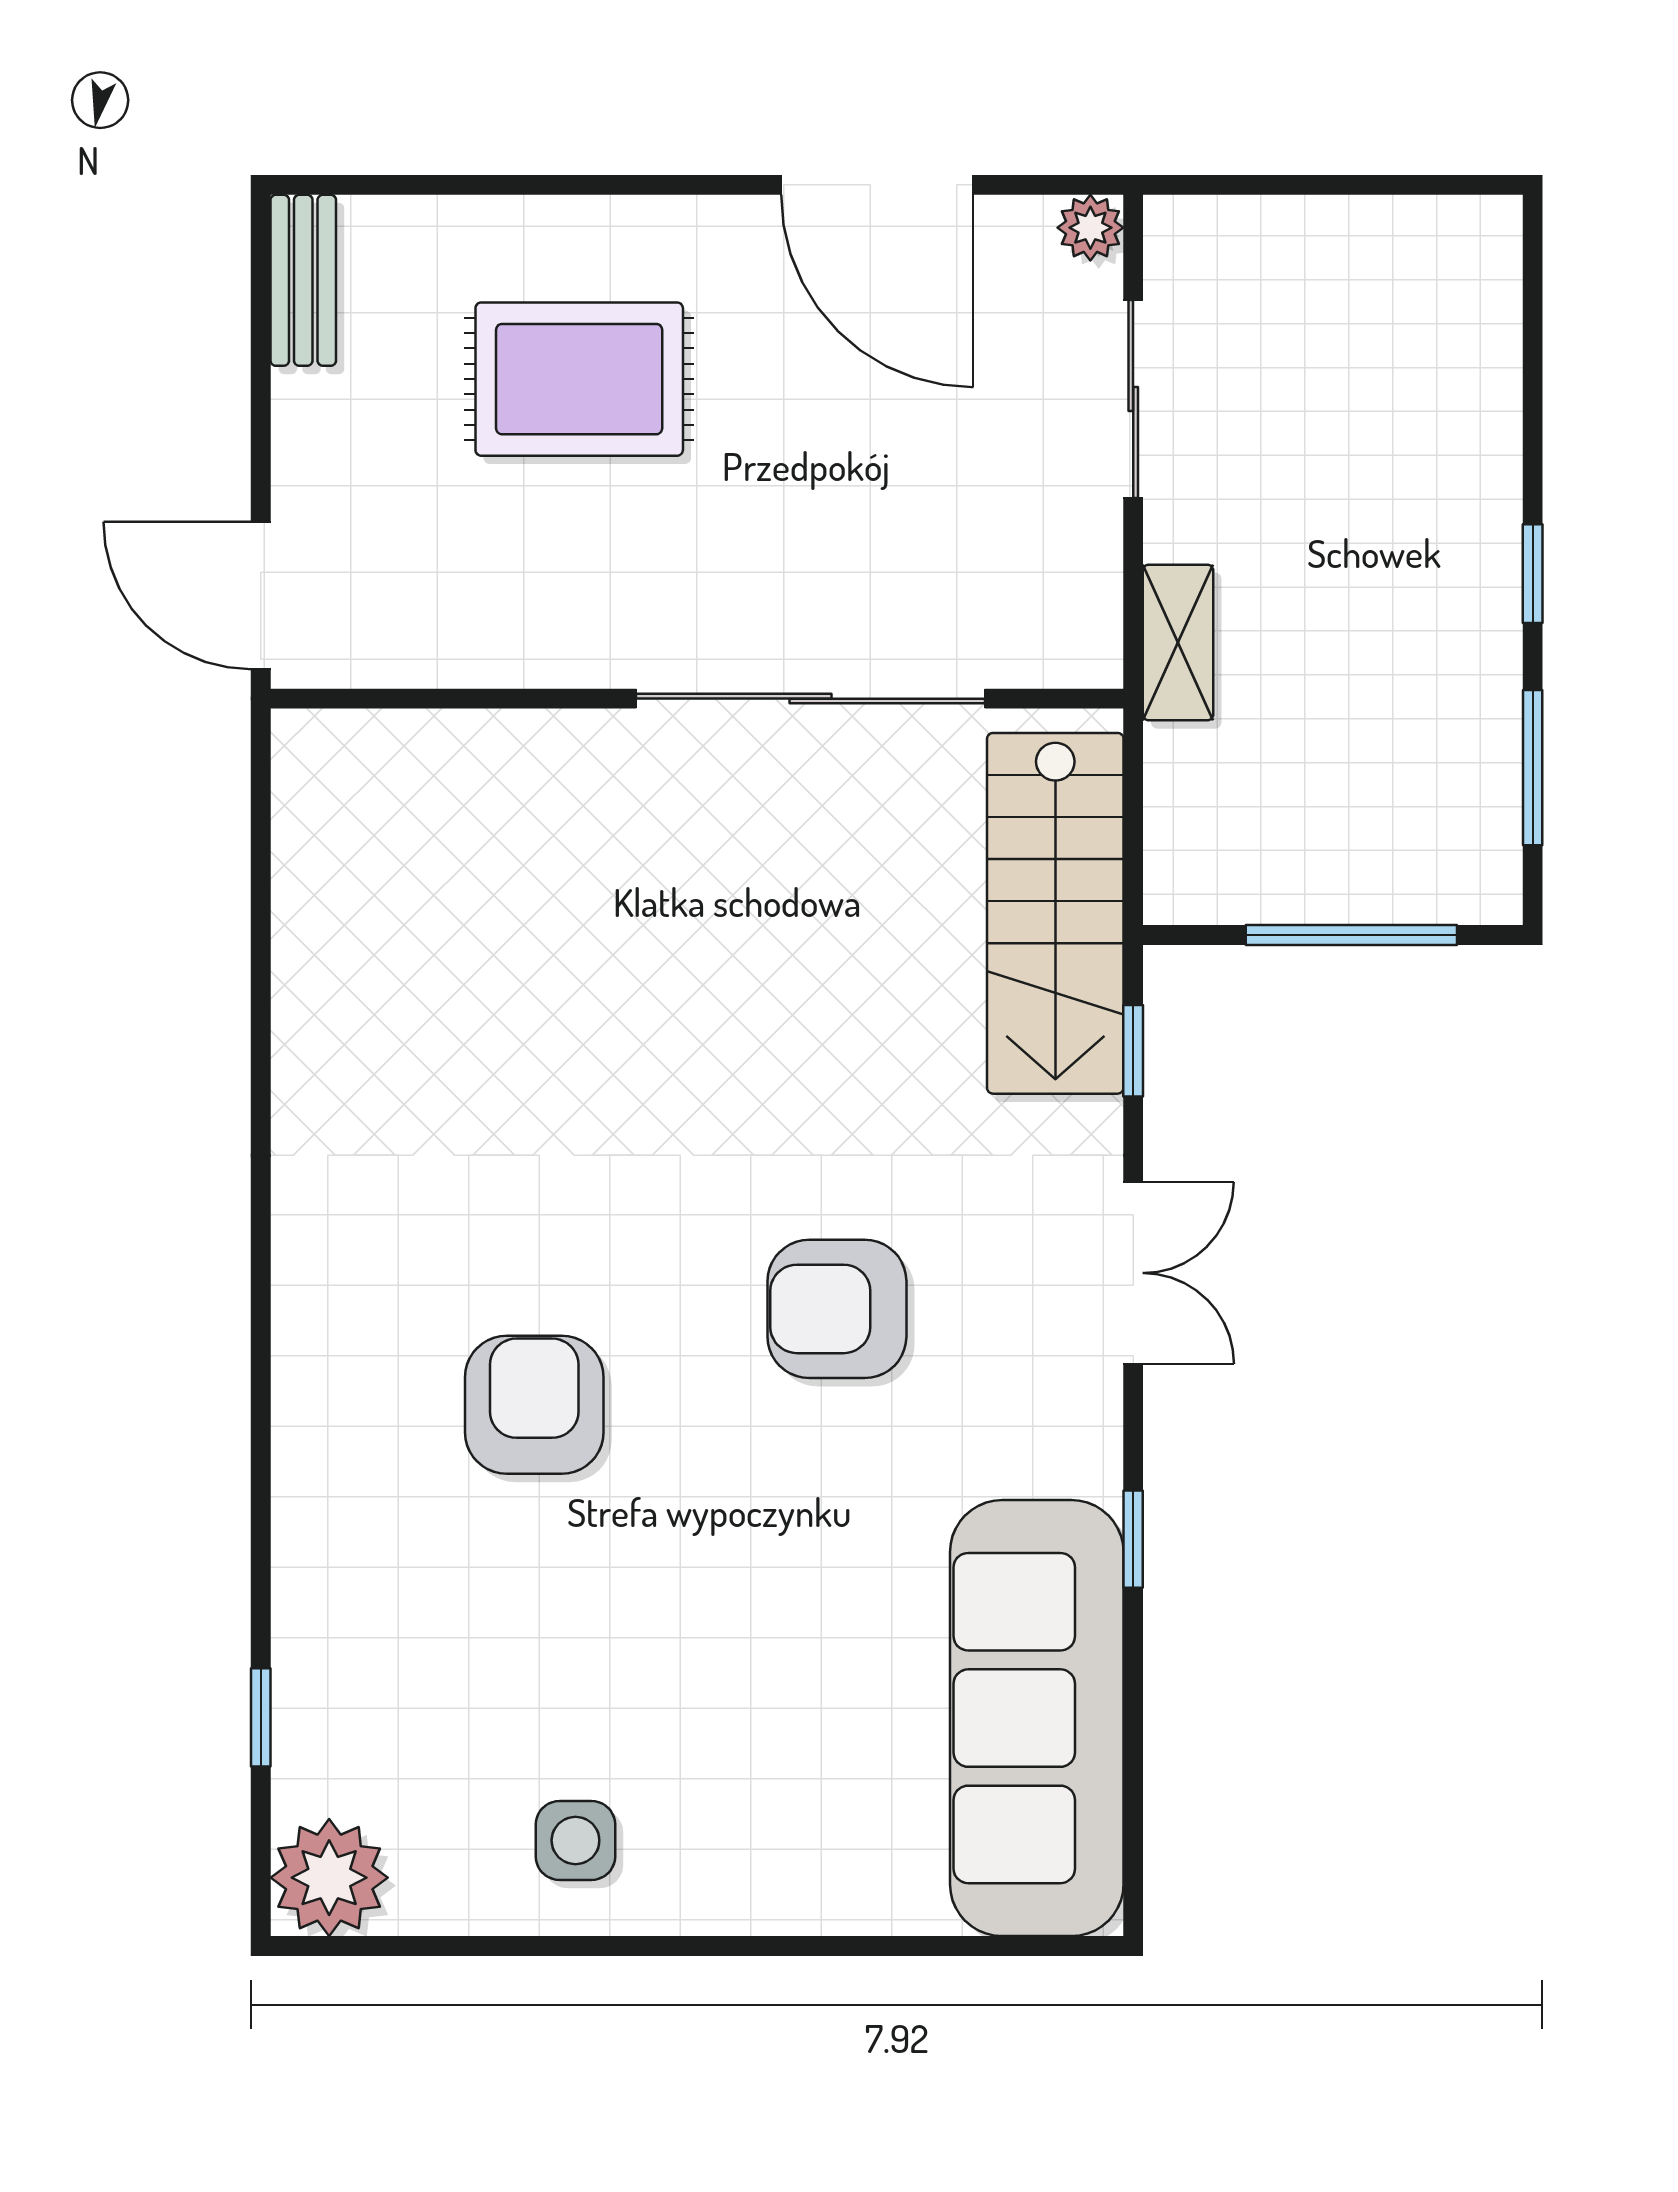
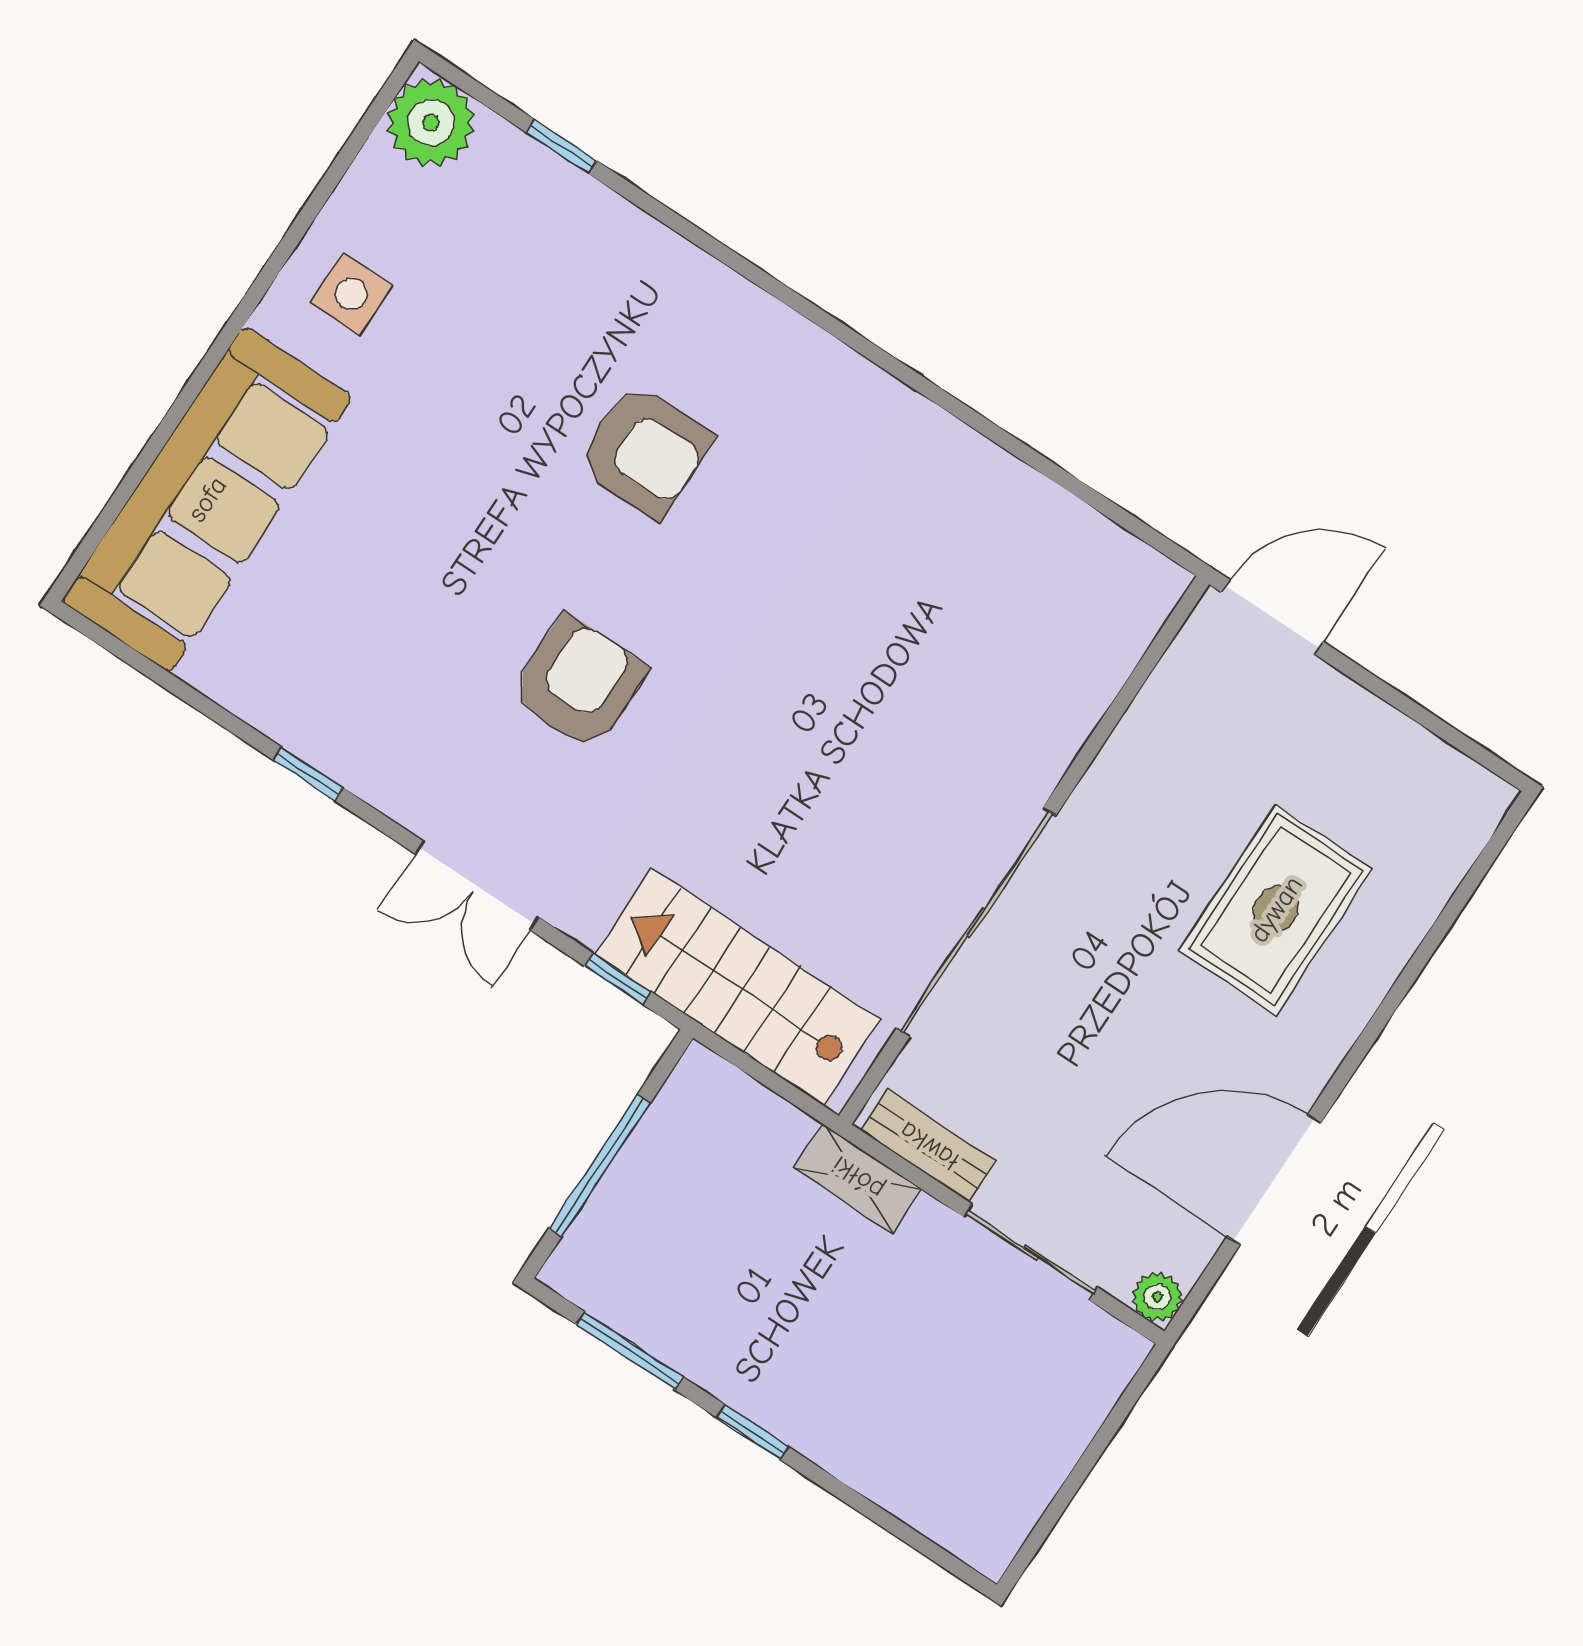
bench: (303, 280) -> (929, 1146), moved
sofa: (1037, 1718) -> (207, 499), moved, turned 90

